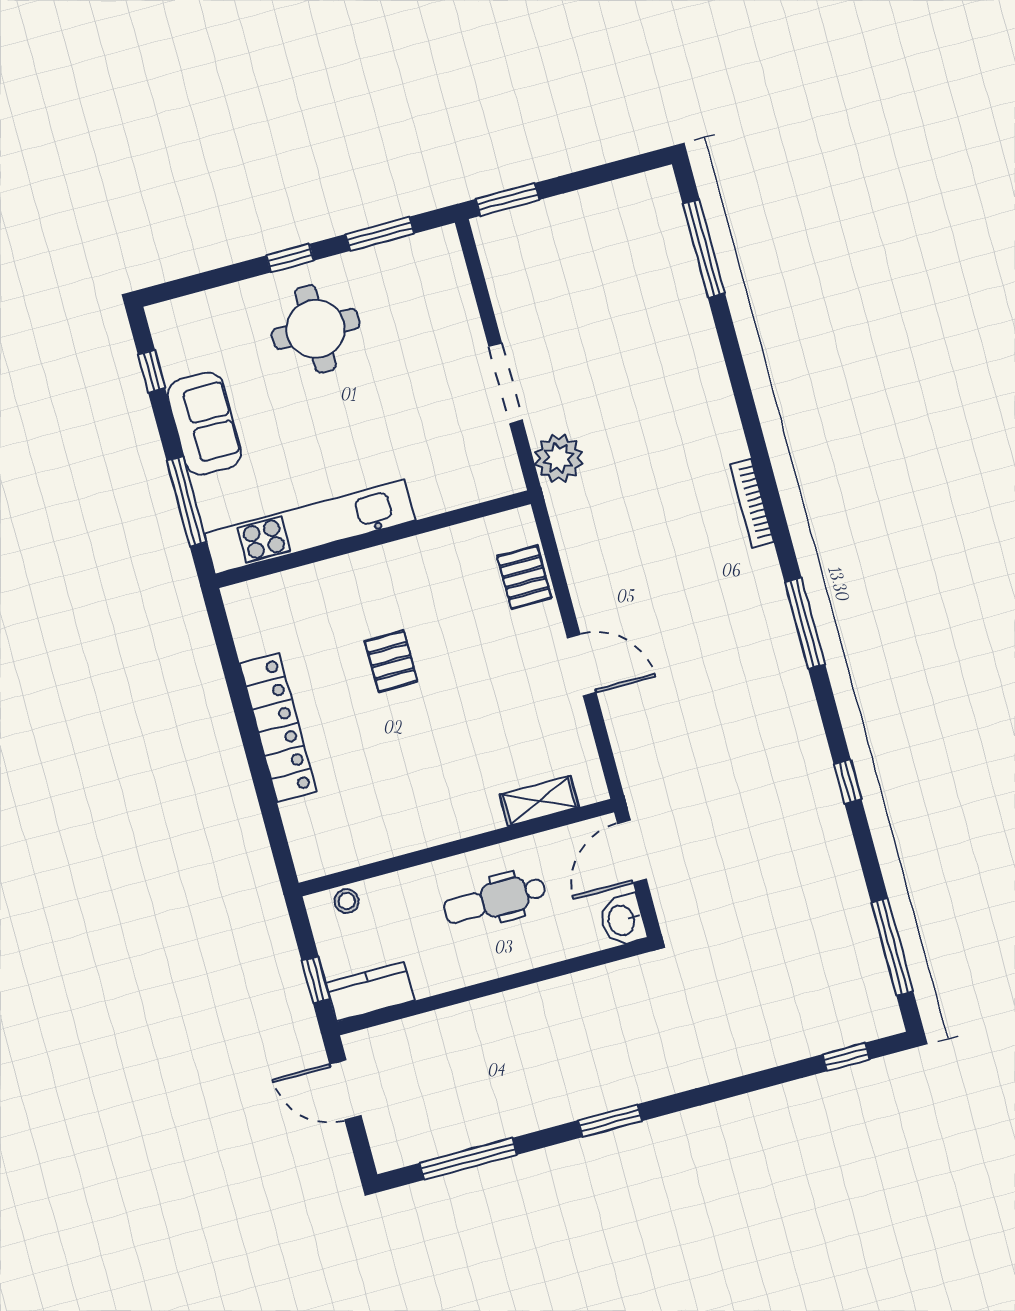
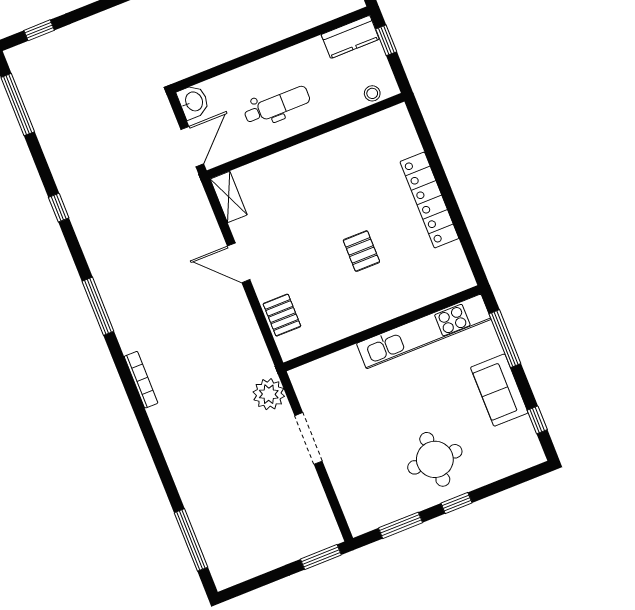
shelving: (539, 801) -> (229, 197), moved, turned 90

